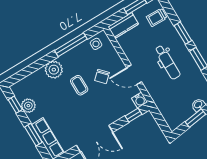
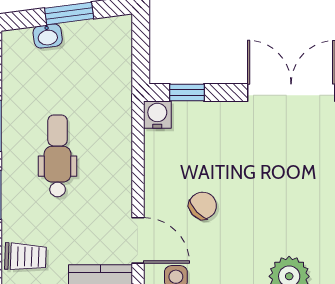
door: (134, 75) -> (138, 240), moved
coffee table: (79, 85) -> (258, 216), removed

